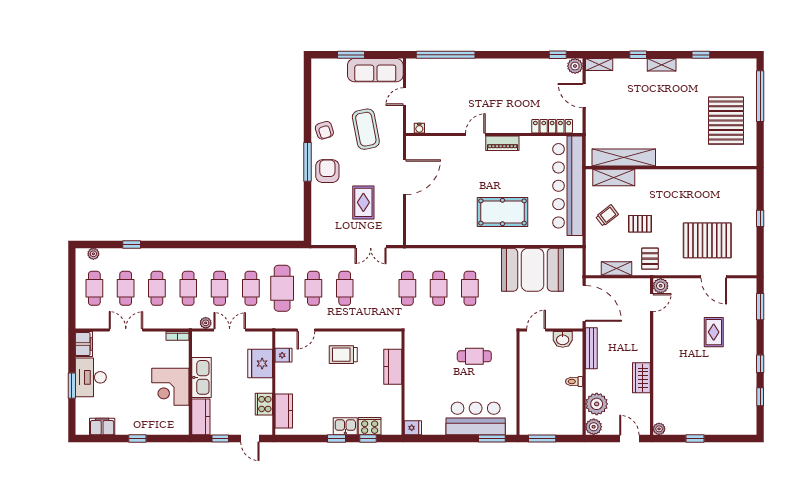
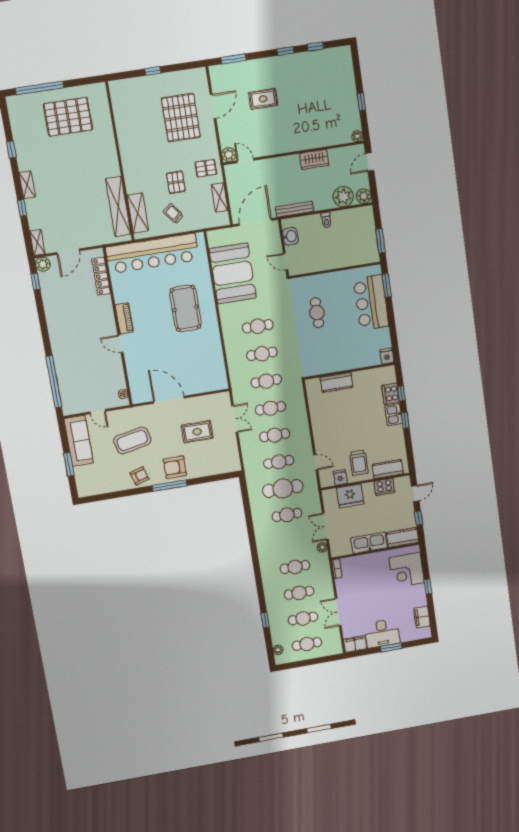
cafe table: (220, 288) -> (270, 408), moved
trolley: (343, 355) -> (359, 463), moved
corner desk: (170, 387) -> (407, 570), moved, turned 90

